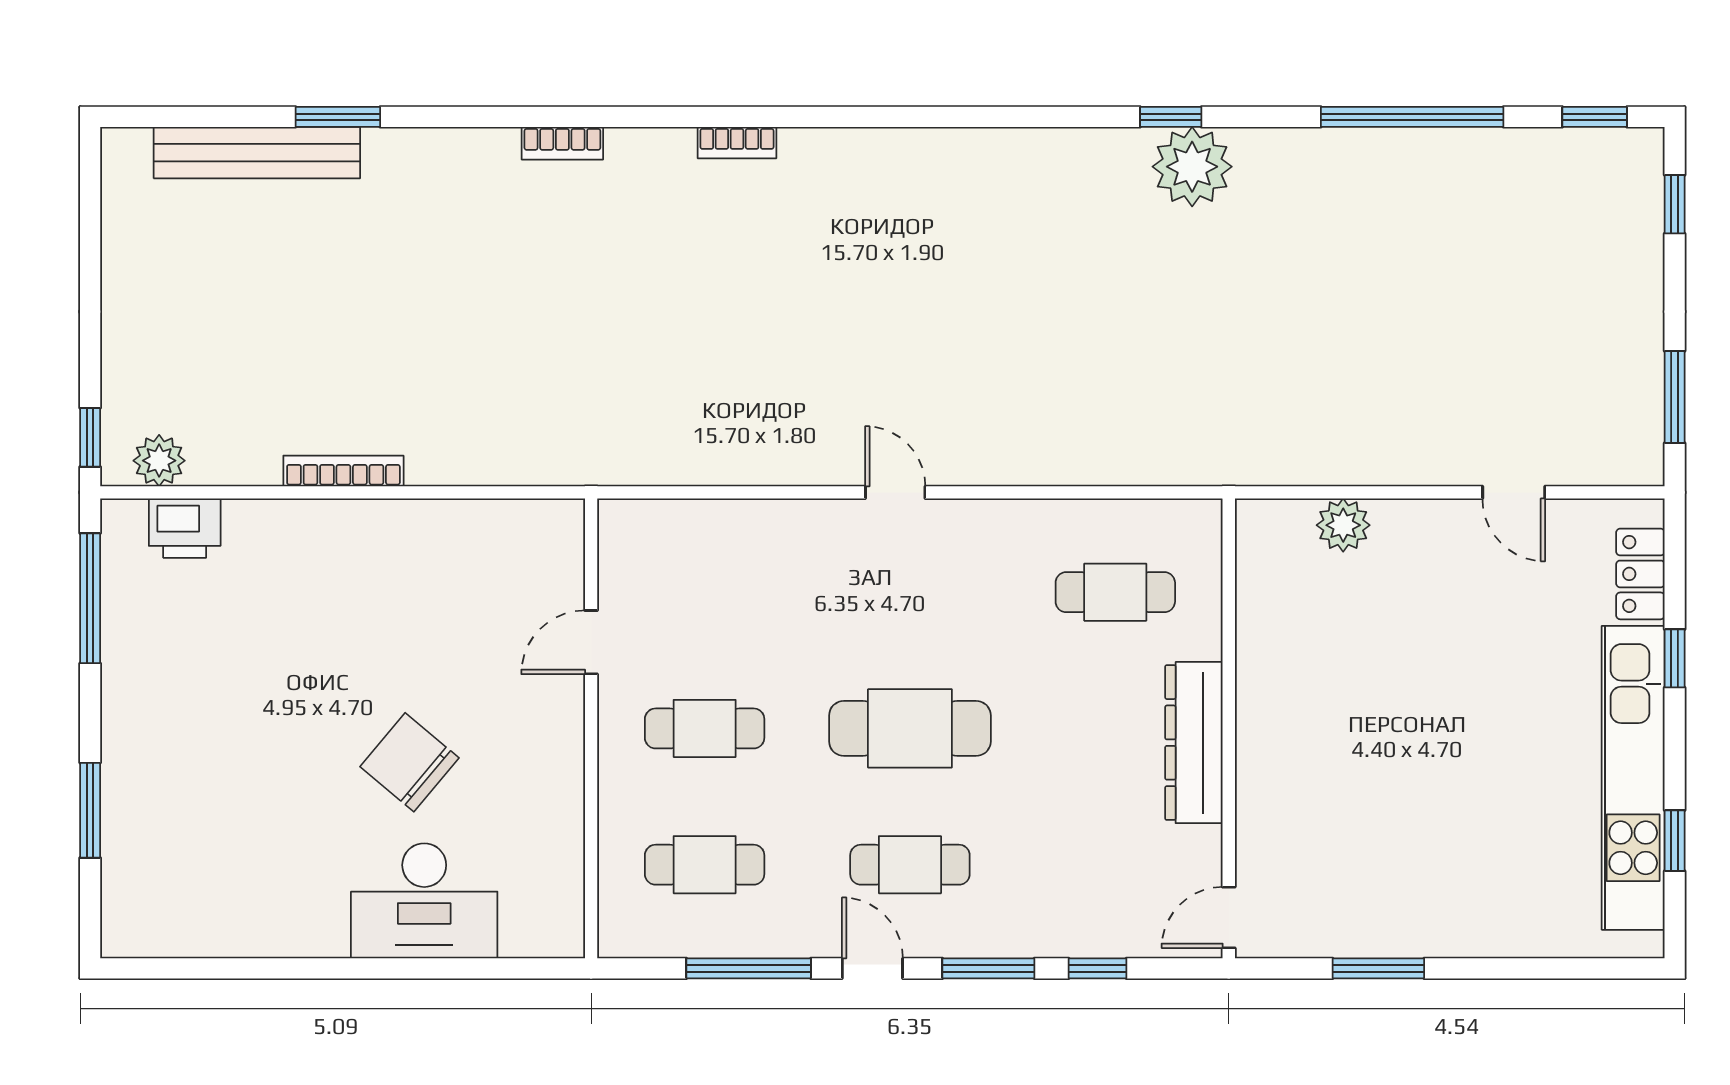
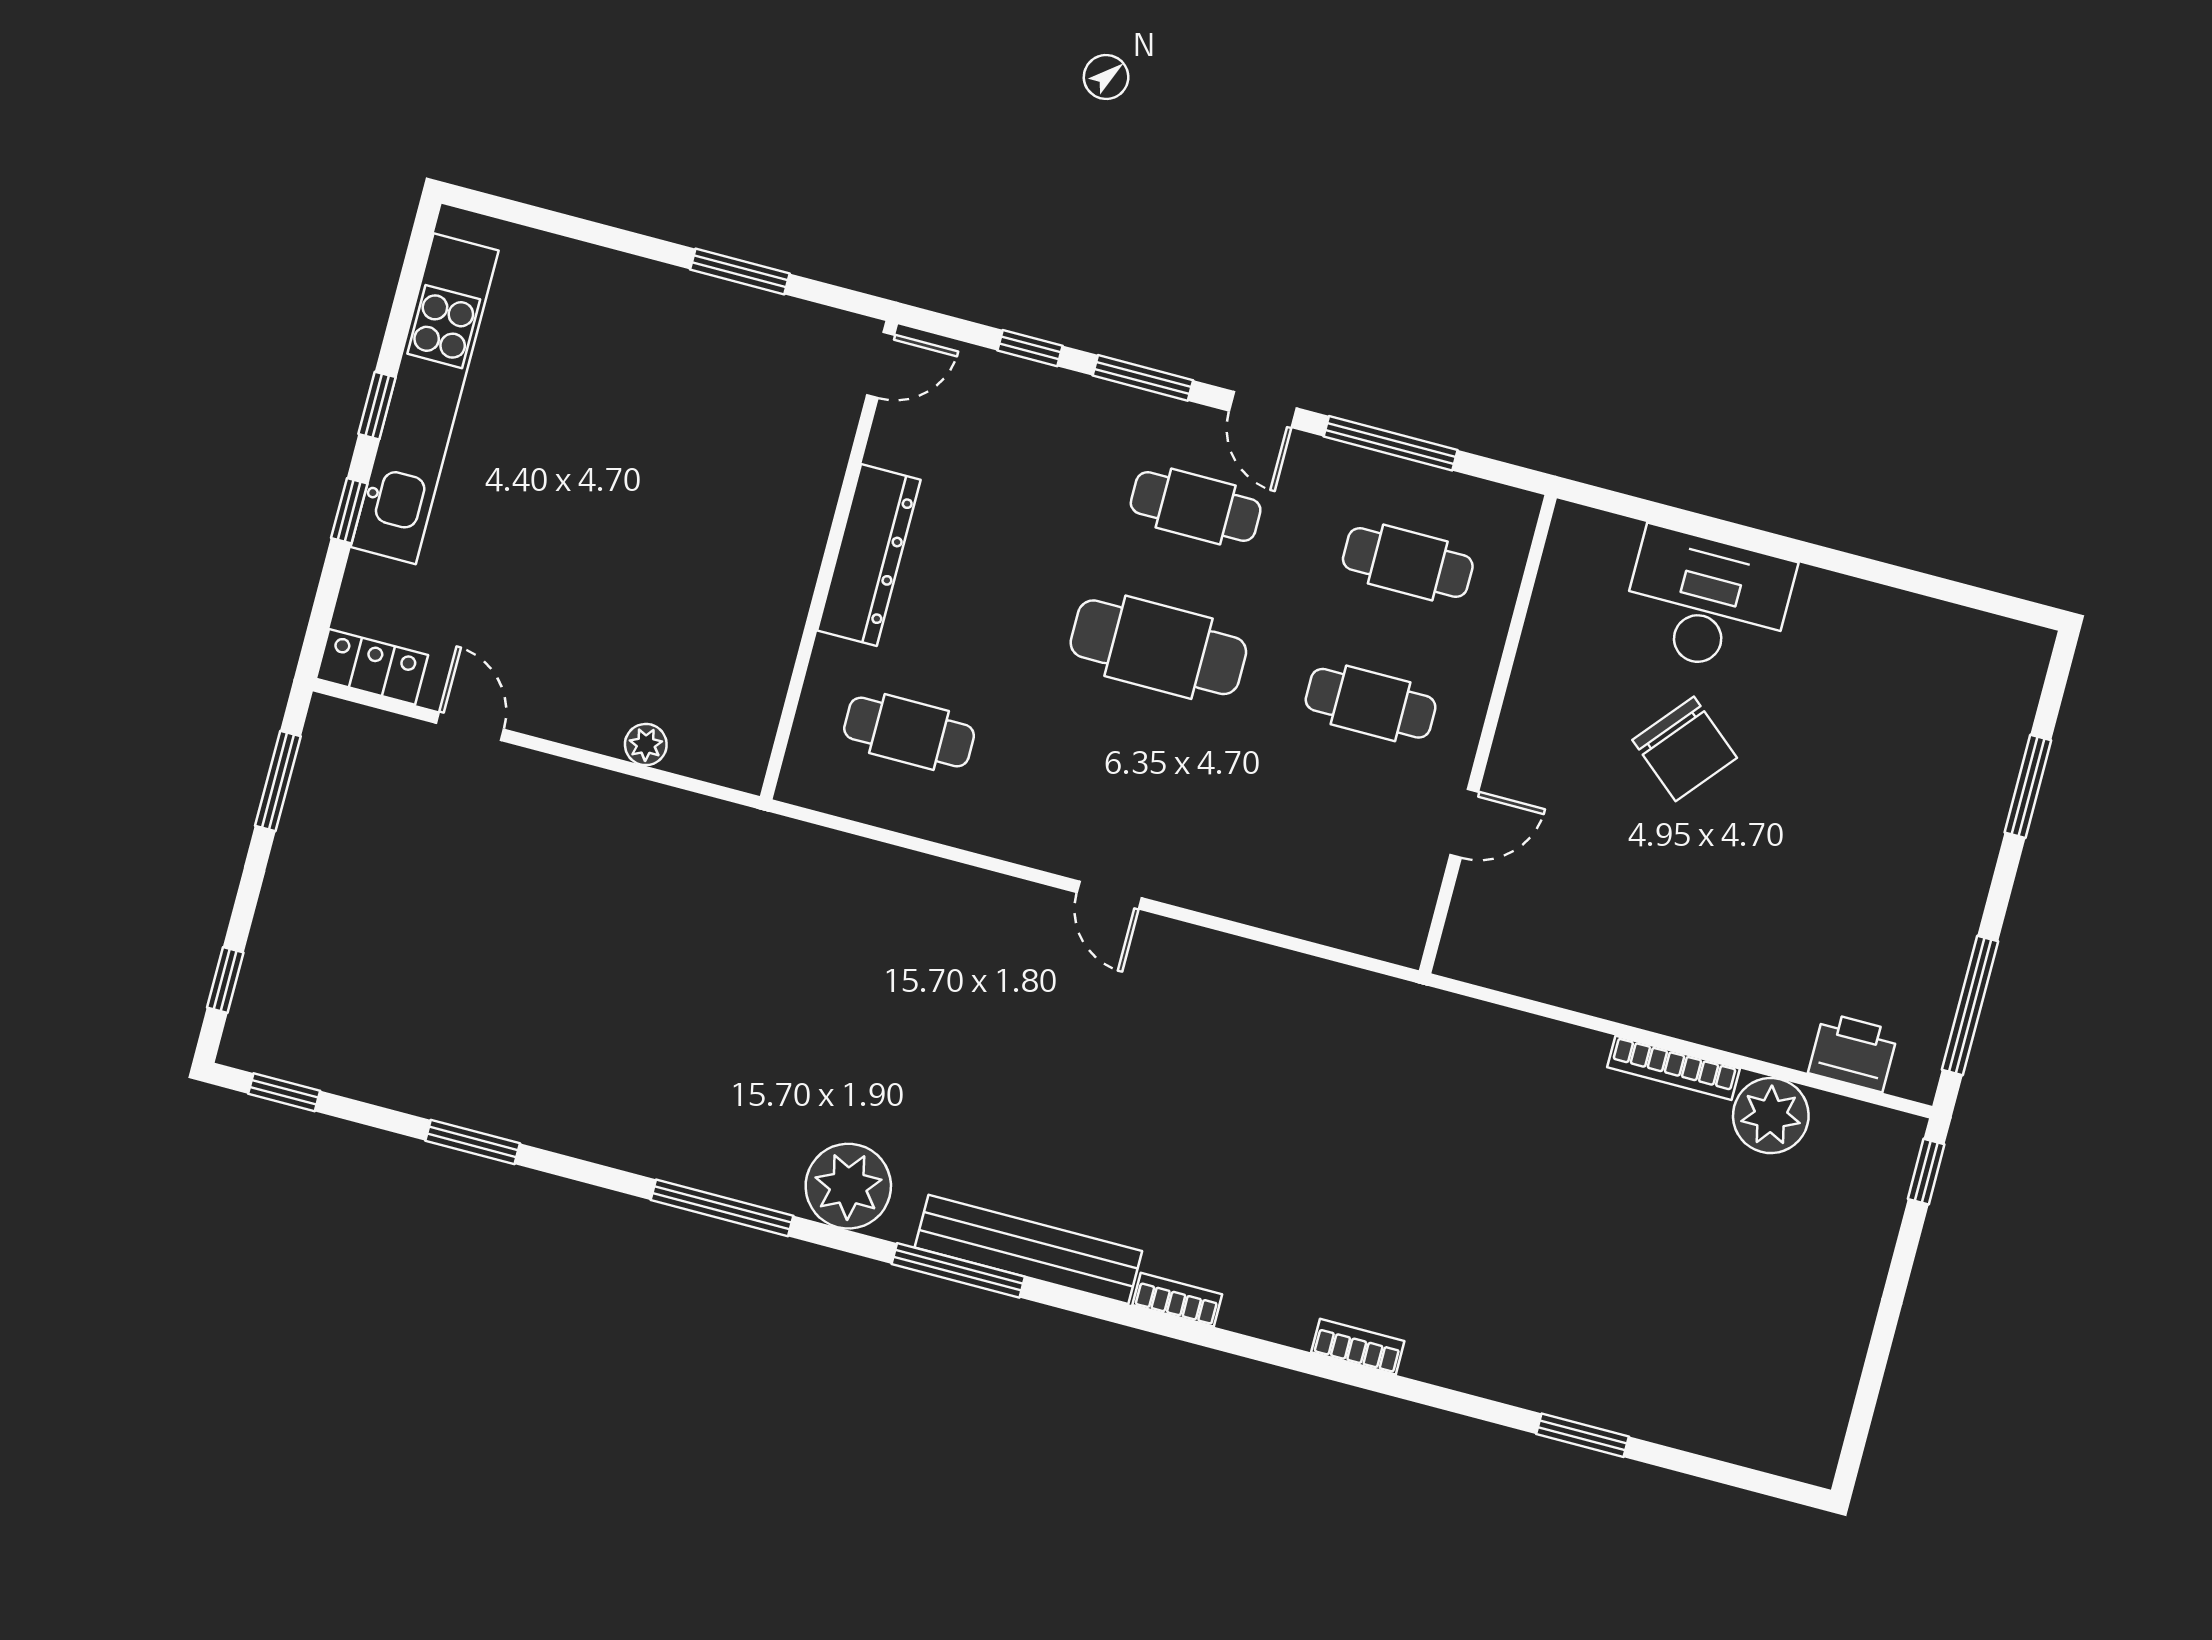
window: (942, 117) -> (958, 1270), added
window: (1171, 117) -> (722, 1208), width x2.17
window: (1412, 117) -> (473, 1142), width x0.47
bench: (257, 153) -> (1028, 1249), moved
plant: (1192, 167) -> (848, 1186), moved
plant: (159, 461) -> (1771, 1116), moved, width x1.36, depth x1.36
plant: (1343, 525) -> (646, 745), width x0.73, depth x0.73
locker: (1640, 574) -> (372, 667), moved, turned -90
window: (1675, 841) -> (377, 406), moved

